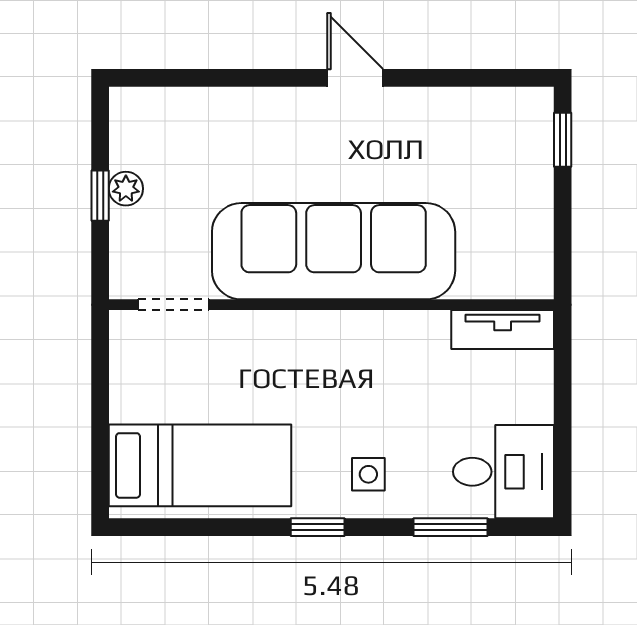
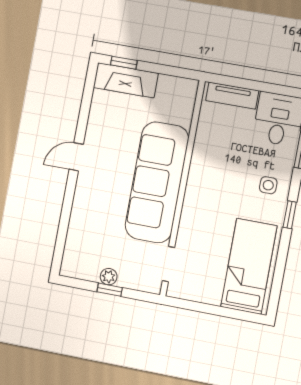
fireplace: (528, 150) -> (126, 80), added
tv unit: (503, 330) -> (232, 96), moved, turned 90

